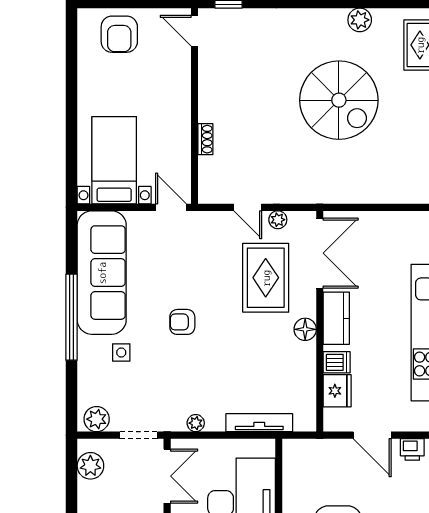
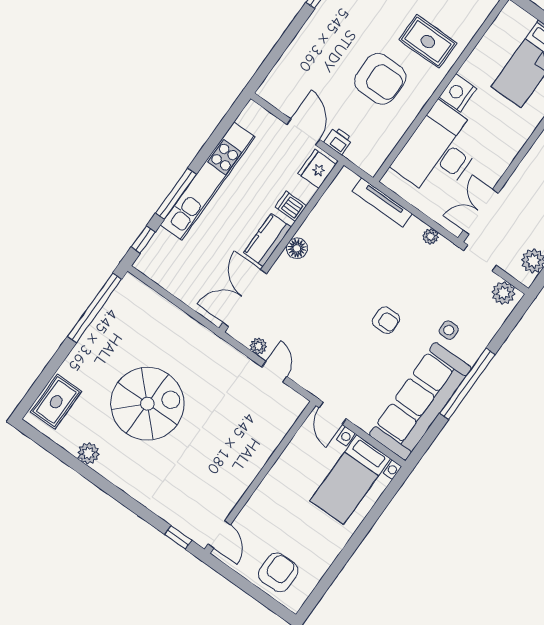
spiral stairs: (339, 100) -> (147, 404), turned 90
shoe rack: (205, 139) -> (270, 446), removed
rug: (266, 278) -> (299, 309), removed
fridge: (337, 391) -> (317, 169), moved
printer: (412, 449) -> (338, 141), moved

